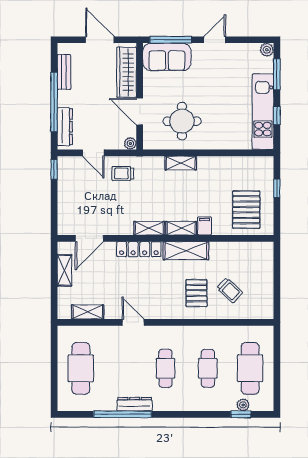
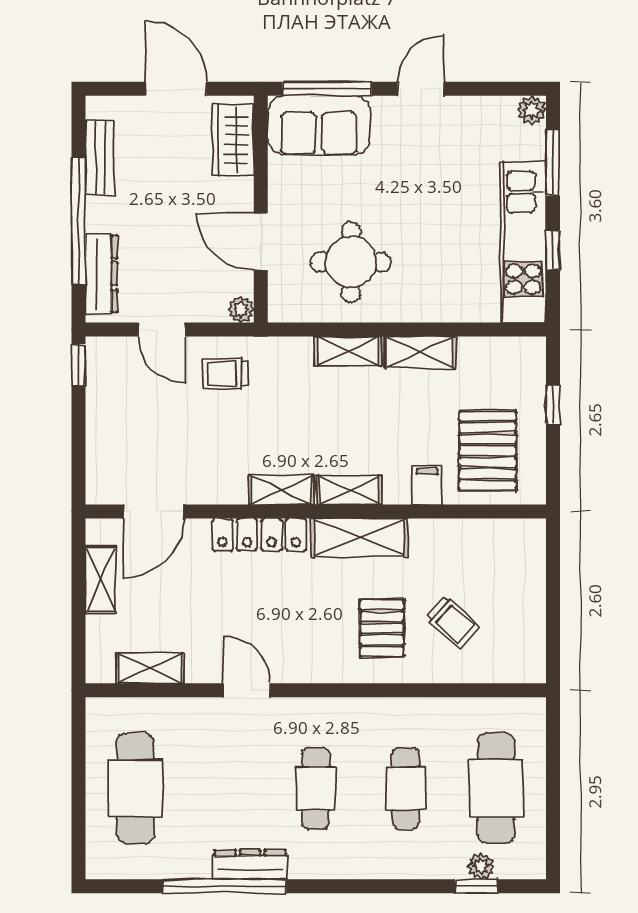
wardrobe: (127, 72) -> (233, 140), width x0.67
shelving: (214, 164) -> (420, 352), added
filing cabinet: (205, 226) -> (427, 485), moved

